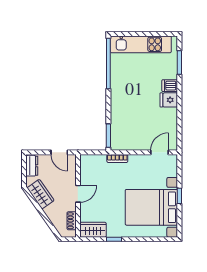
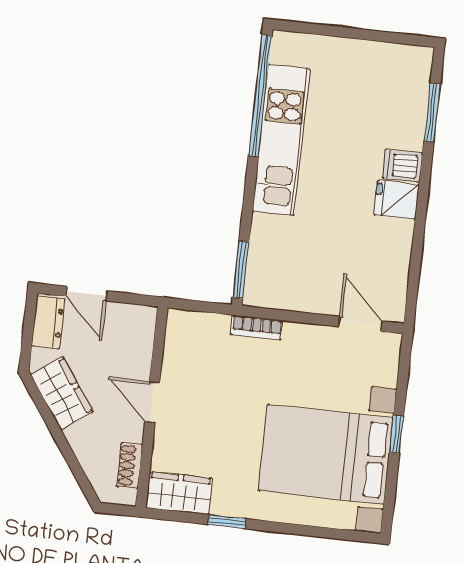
kitchen unit: (141, 44) -> (281, 140), moved, turned -90
door: (59, 152) -> (87, 294), moved
door: (160, 152) -> (360, 324), hinge flipped
door: (78, 194) -> (152, 402), swing flipped

